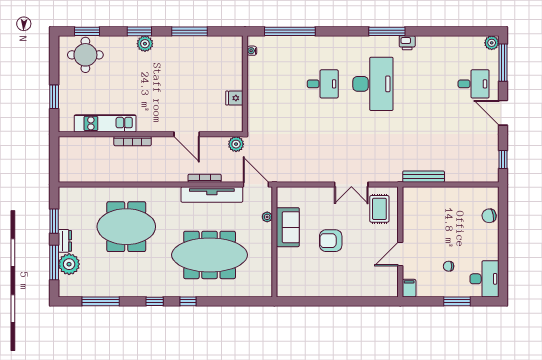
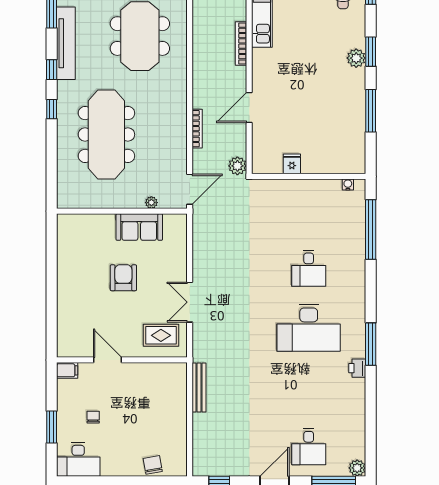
tv unit: (212, 195) -> (66, 43), moved, turned 180

